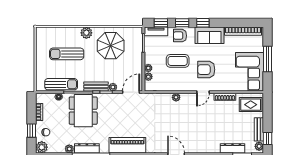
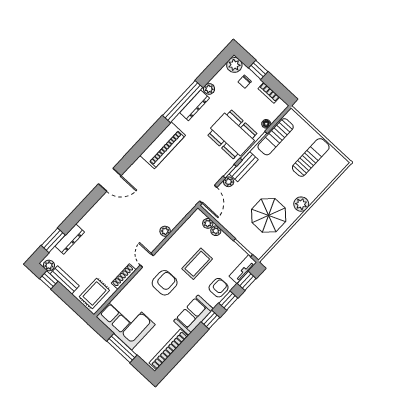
sun lounger: (67, 54) -> (311, 157), moved

